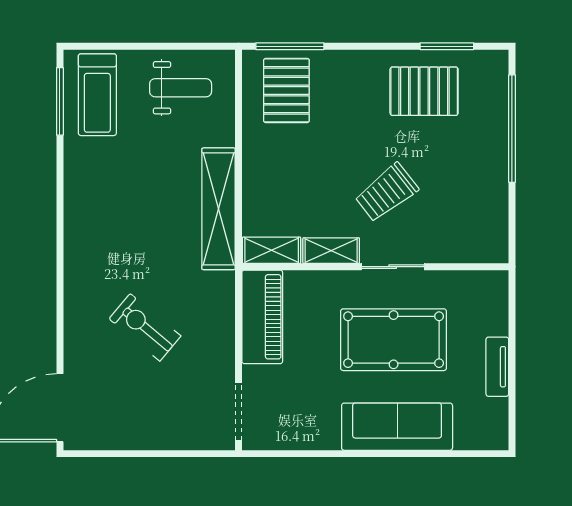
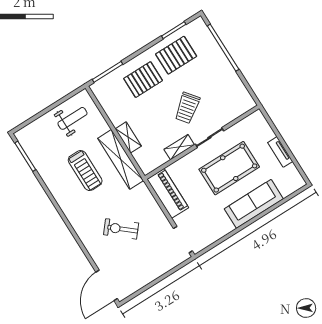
pallet: (286, 90) -> (143, 80), moved, turned 90
treadmill: (97, 95) -> (85, 171), moved
shelving: (272, 250) -> (128, 137), moved, turned 90

